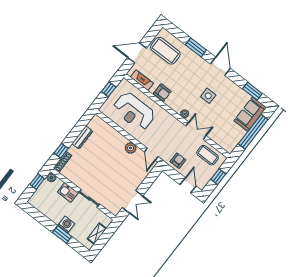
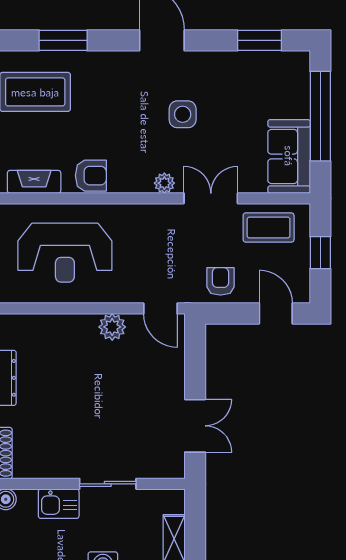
window: (196, 47) -> (63, 40), moved
sofa: (250, 114) -> (289, 156), moved

